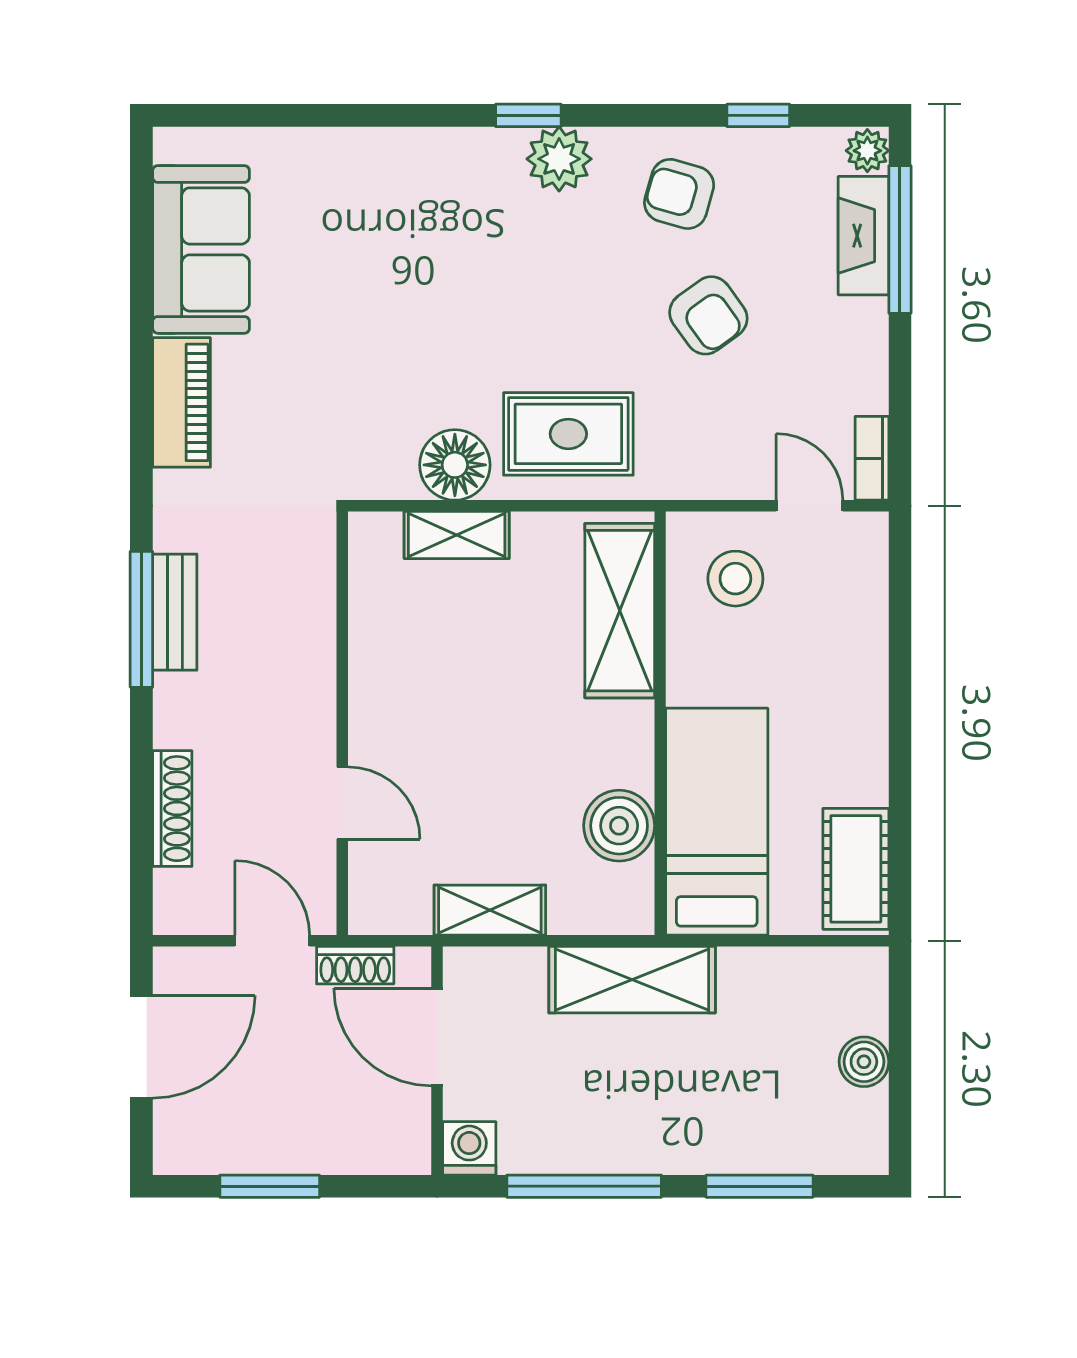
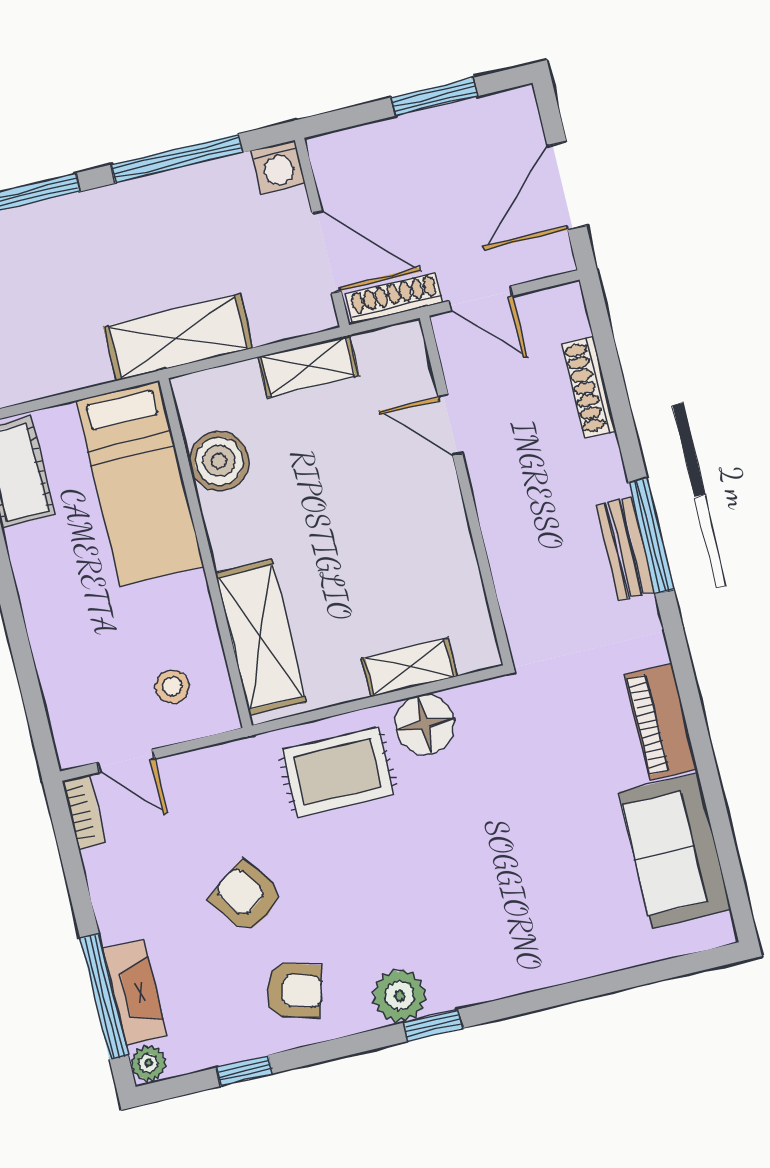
stool: (735, 579) -> (172, 686), width x0.73, depth x0.73
shoe rack: (355, 965) -> (394, 298), width x1.43

